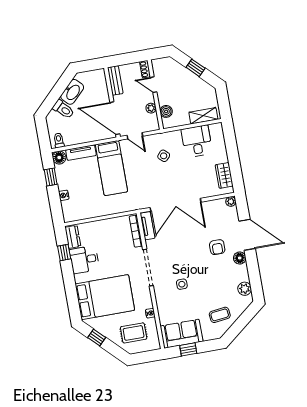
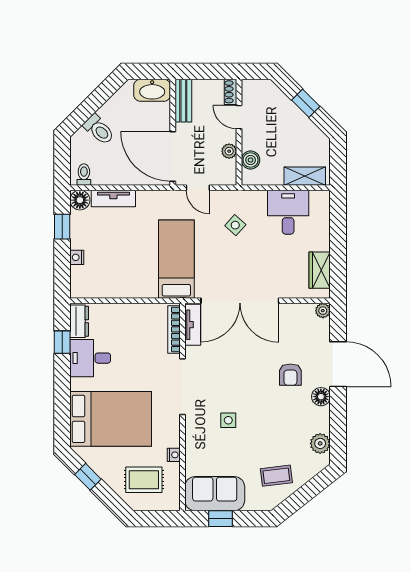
washbasin: (72, 92) -> (152, 90), moved, turned 45
bed: (112, 168) -> (176, 259), moved, turned 180

